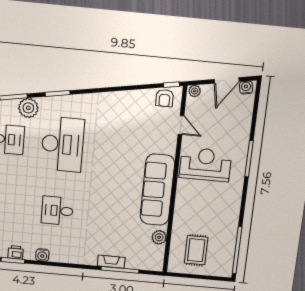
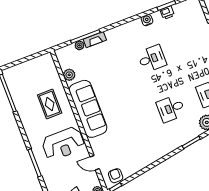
desk: (63, 144) -> (171, 108), width x0.53, depth x0.77
rug: (196, 250) -> (50, 104), moved
plant: (131, 263) -> (80, 45), added

